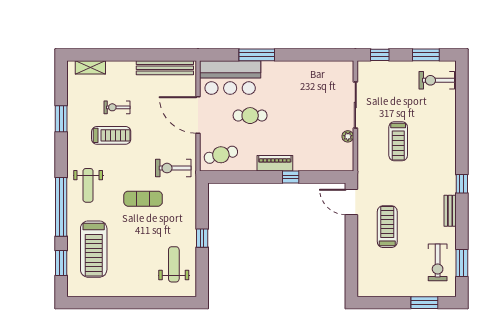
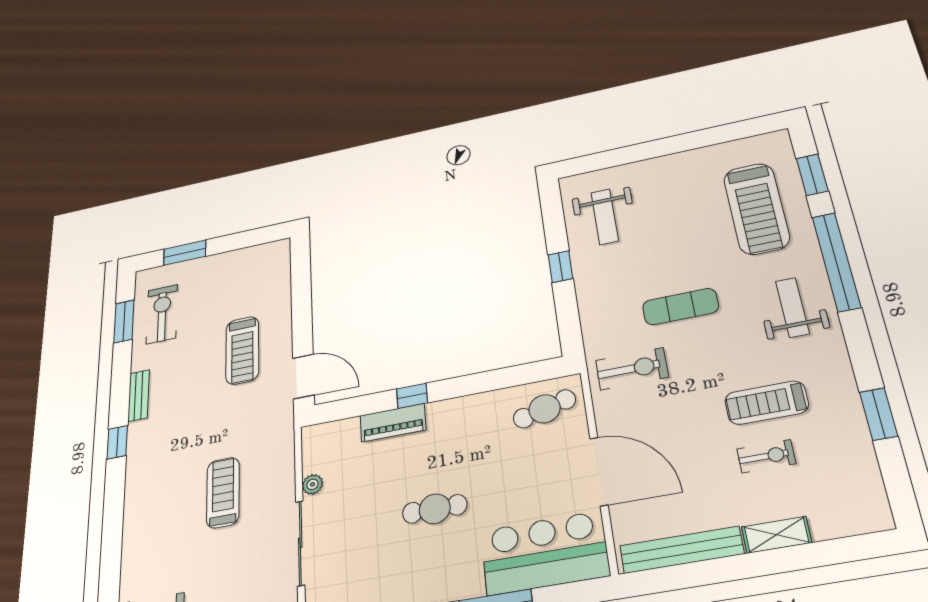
shelving: (90, 67) -> (776, 535), moved
cafe table: (250, 116) -> (435, 509), moved
piano: (275, 163) -> (393, 423), moved
treadmill: (94, 249) -> (756, 208), turned 180

